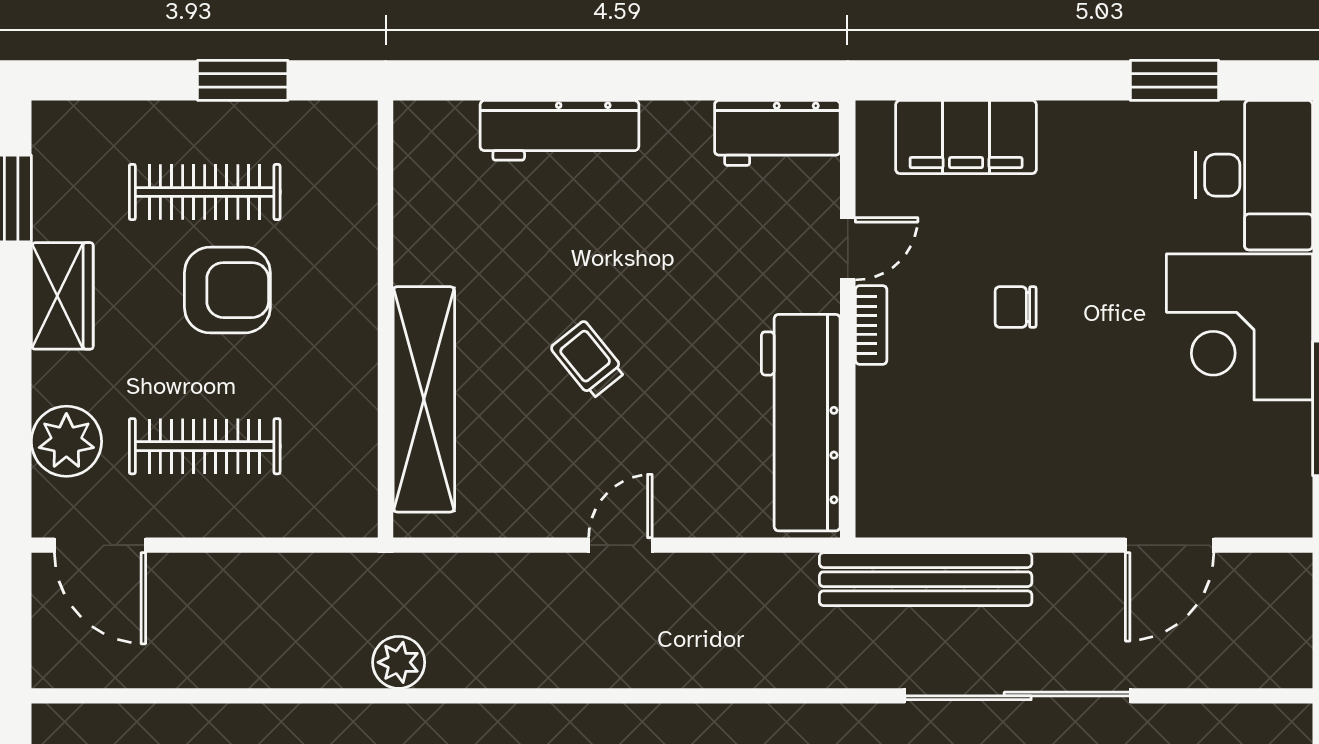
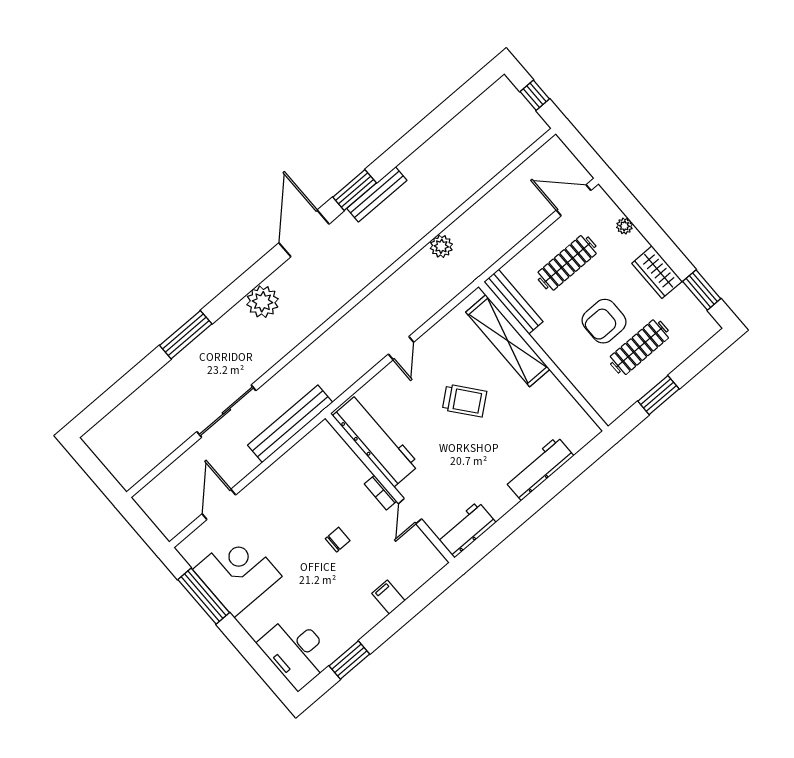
filing cabinet: (966, 137) -> (388, 597), width x0.33, depth x0.86
corner desk: (1239, 327) -> (237, 573), moved
trolley: (588, 360) -> (465, 401), width x1.36, depth x1.39
plant: (66, 441) -> (624, 226), width x0.53, depth x0.53
bench: (356, 459) -> (513, 302), added
sliding door: (1018, 696) -> (226, 411), width x0.73

